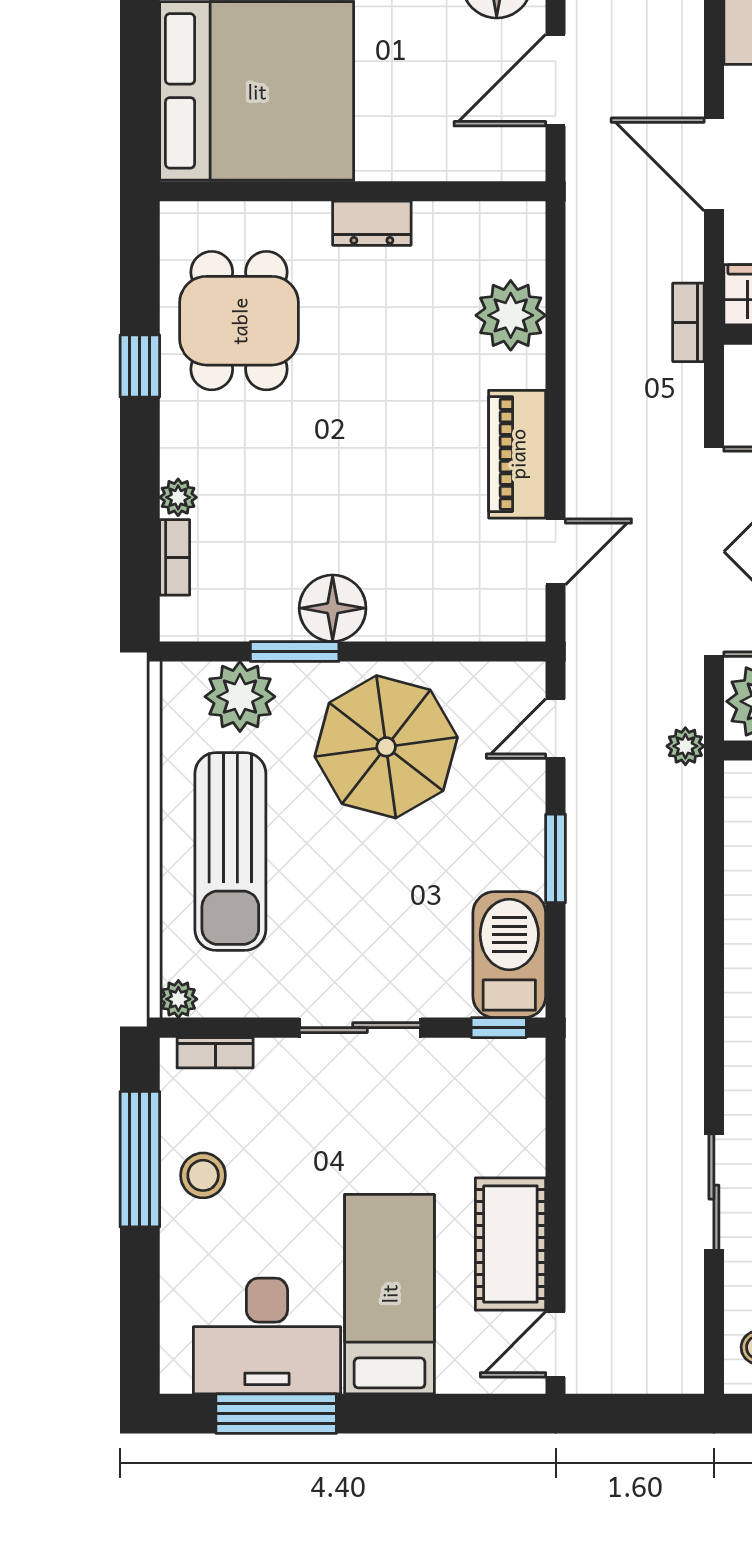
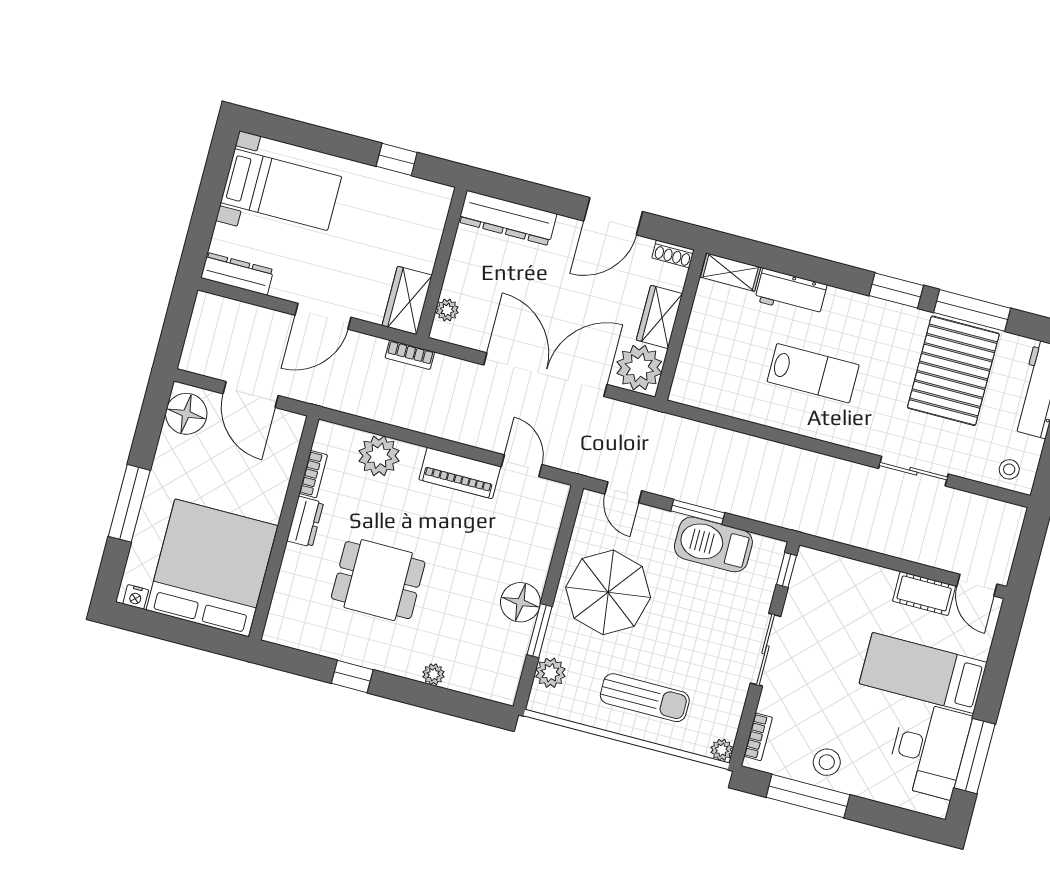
dining table: (239, 321) -> (378, 580), moved
bookcase: (175, 557) -> (313, 474), moved, turned 90
plant: (240, 697) -> (550, 673), width x0.73, depth x0.73
plant: (685, 746) -> (653, 420), removed
sun lounger: (230, 851) -> (645, 698), width x0.73, depth x0.75
barbecue: (509, 955) -> (713, 544), moved
cot: (510, 1244) -> (924, 593), width x0.73, depth x0.75

